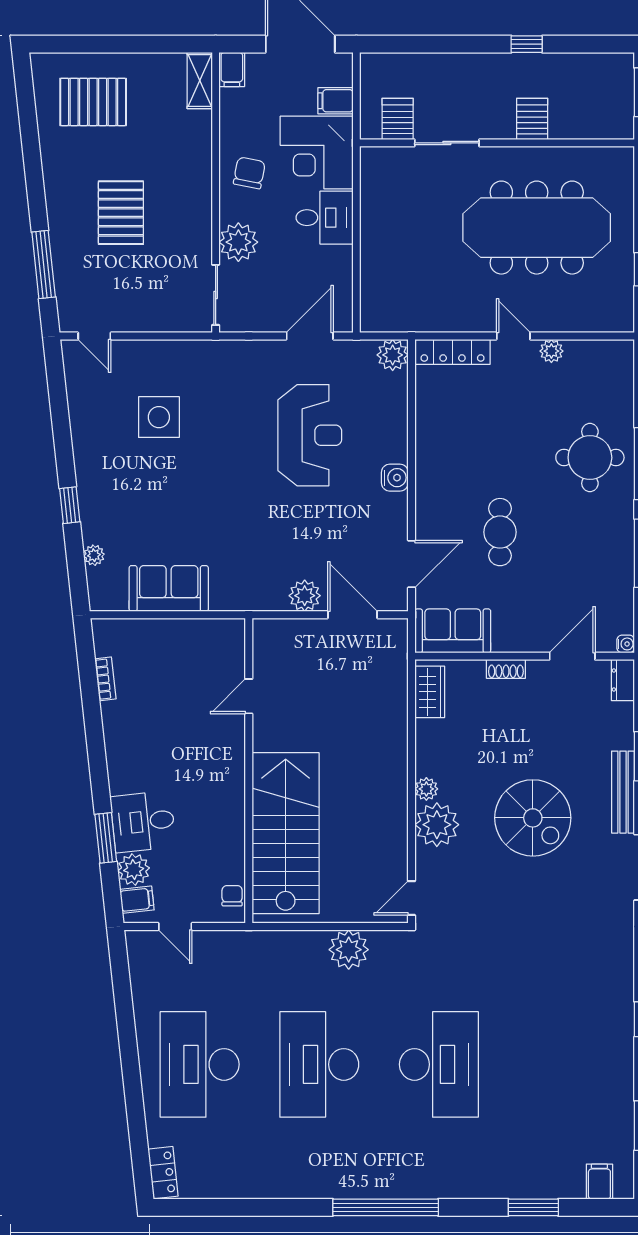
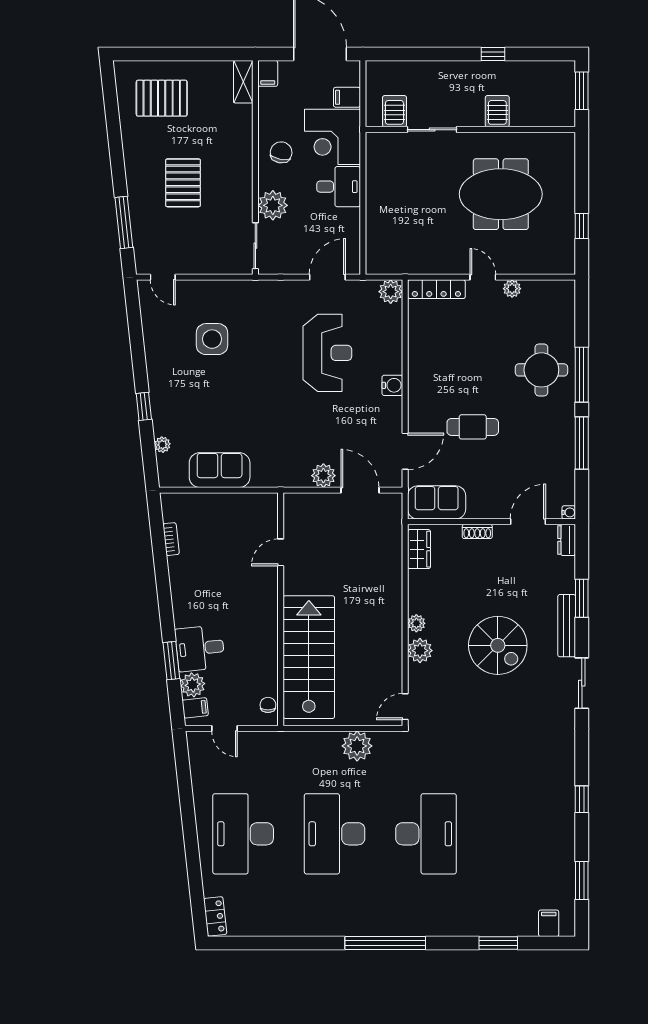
meeting table: (537, 228) -> (501, 194), width x0.73
cafe table: (500, 532) -> (473, 427), turned 90
plant: (437, 825) -> (420, 651), width x0.73, depth x0.73

